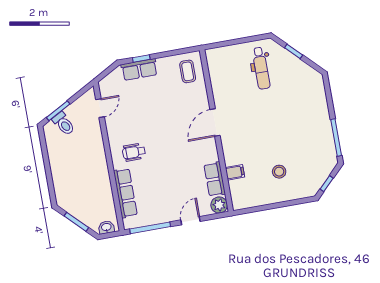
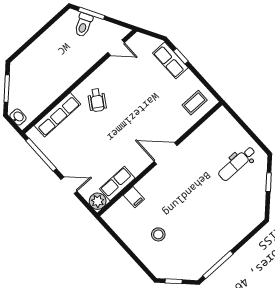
wheelchair: (134, 152) -> (97, 100), turned -147

